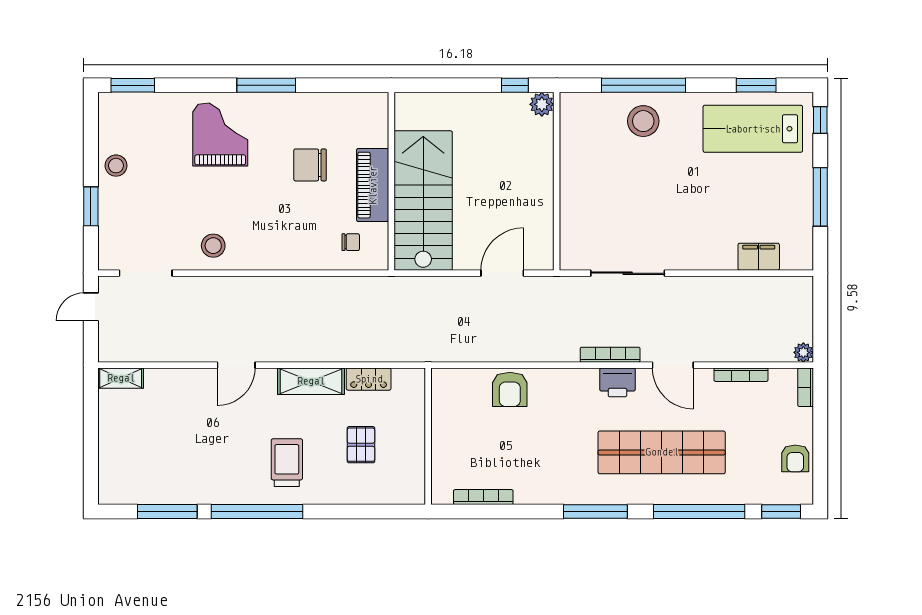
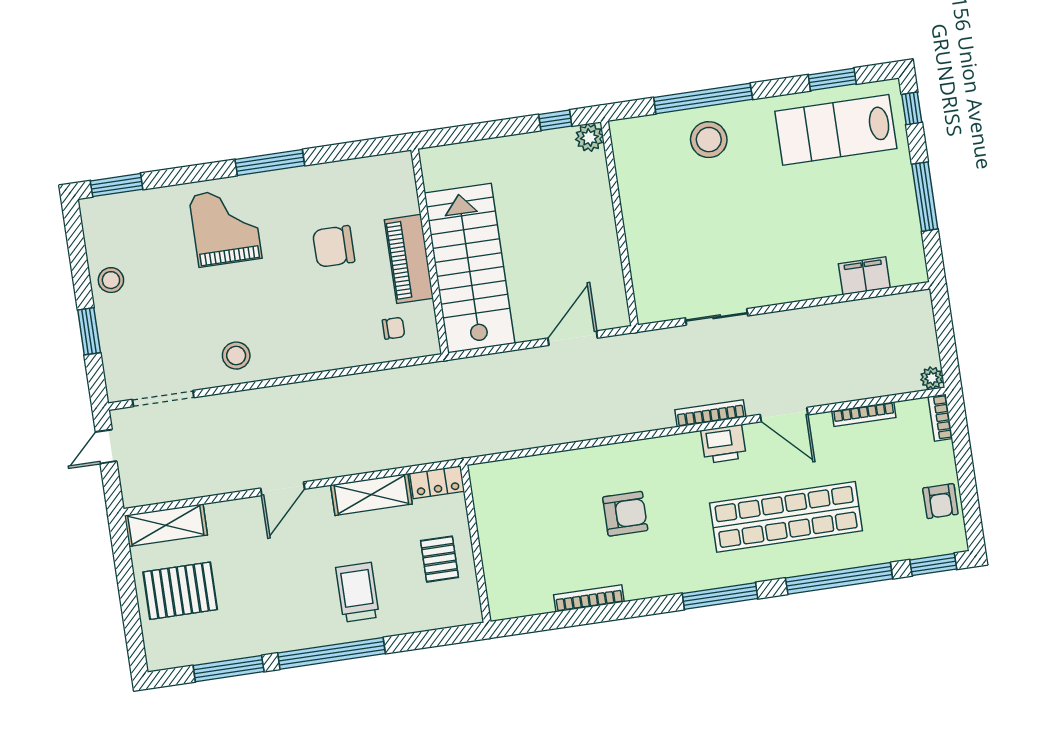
sliding door: (628, 273) -> (717, 317), width x0.73
shelving: (121, 378) -> (166, 525), width x1.50, depth x1.33
armchair: (510, 389) -> (625, 514), moved, turned -90
wall: (428, 436) -> (476, 544), moved
pallet: (136, 439) -> (180, 591), added

